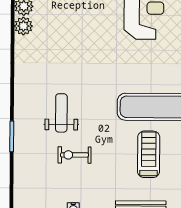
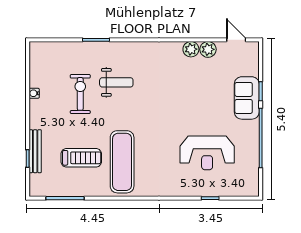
exercise bike: (74, 155) -> (80, 94), width x1.38, depth x1.39

